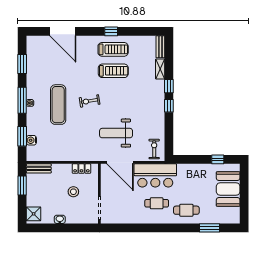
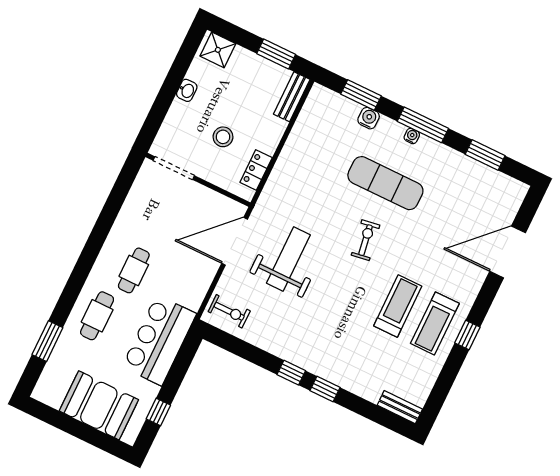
shelving: (160, 69) -> (362, 388), removed
treadmill: (113, 71) -> (398, 306), turned 180
water cooler: (31, 140) -> (369, 118), moved
bar counter: (155, 175) -> (159, 340), moved

